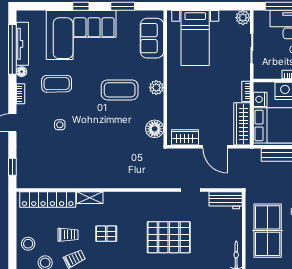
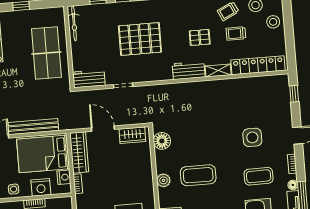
side table: (60, 125) -> (252, 137), width x1.87, depth x1.87
workbench: (121, 200) -> (189, 70), added

